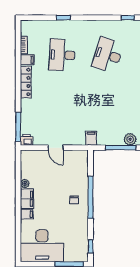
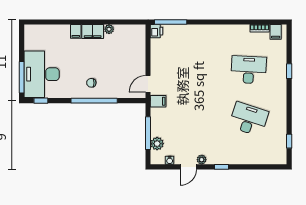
filing cabinet: (27, 60) -> (276, 32), moved
locker: (26, 82) -> (219, 30), removed
door: (56, 148) -> (148, 84), moved
desk: (42, 246) -> (42, 74), moved

